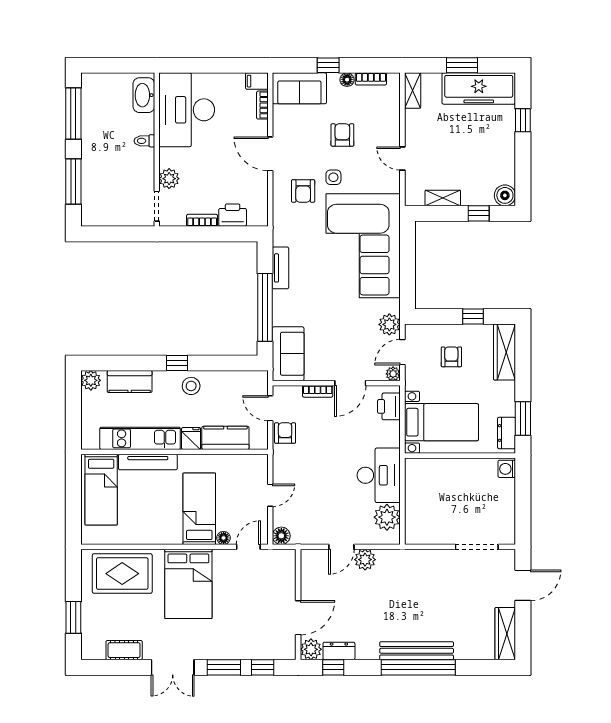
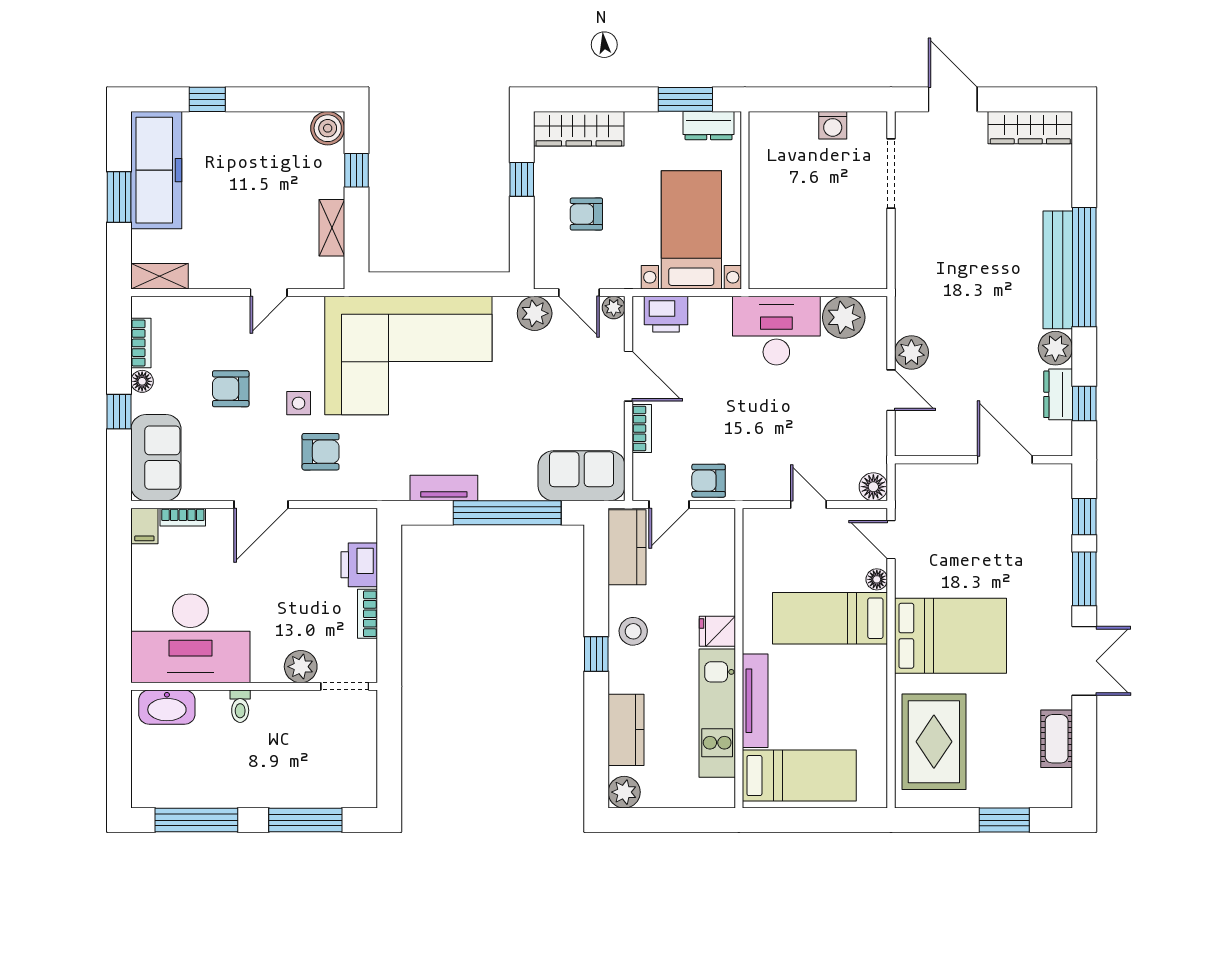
kitchen counter: (225, 438) -> (627, 547), moved, turned 180
washing machine: (507, 469) -> (833, 125), moved
plant: (311, 649) -> (1055, 348), moved

